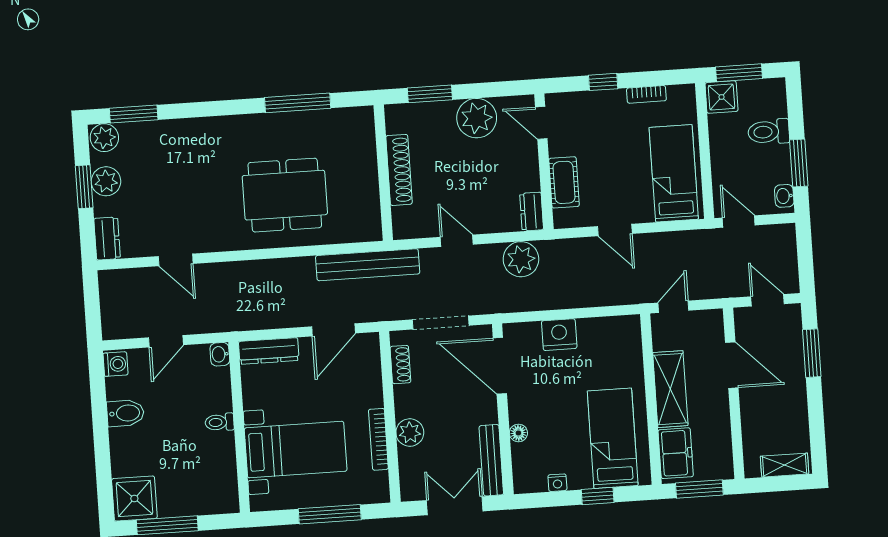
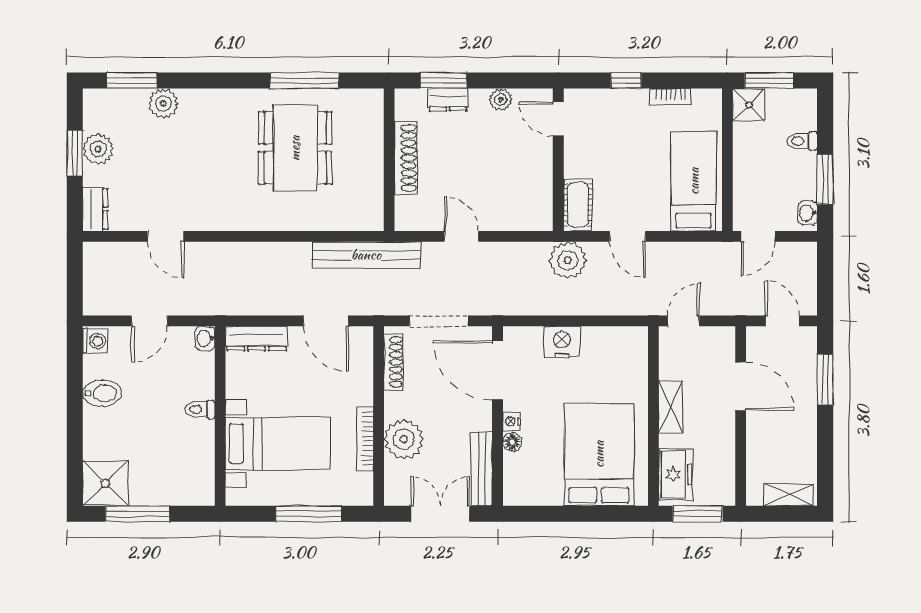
plant: (477, 118) -> (501, 100), width x0.53, depth x0.53
toilet: (769, 132) -> (802, 141), width x0.73, depth x0.72
plant: (104, 138) -> (163, 103), moved
cot: (564, 182) -> (578, 205), moved
dining table: (285, 195) -> (295, 148), moved, turned 90
dresser: (532, 212) -> (448, 100), moved, turned -90
door: (739, 222) -> (758, 236), swing flipped
plant: (521, 259) -> (568, 260), moved
door: (333, 330) -> (326, 321), hinge flipped
shoe rack: (400, 365) -> (394, 362), width x1.43
shelving: (670, 389) -> (671, 407), width x0.67, depth x0.75
plant: (410, 433) -> (404, 439), width x1.36, depth x1.36
bed: (613, 438) -> (599, 454), width x1.50
nightstand: (557, 483) -> (512, 421), moved, turned 90
window: (598, 496) -> (591, 514), removed

